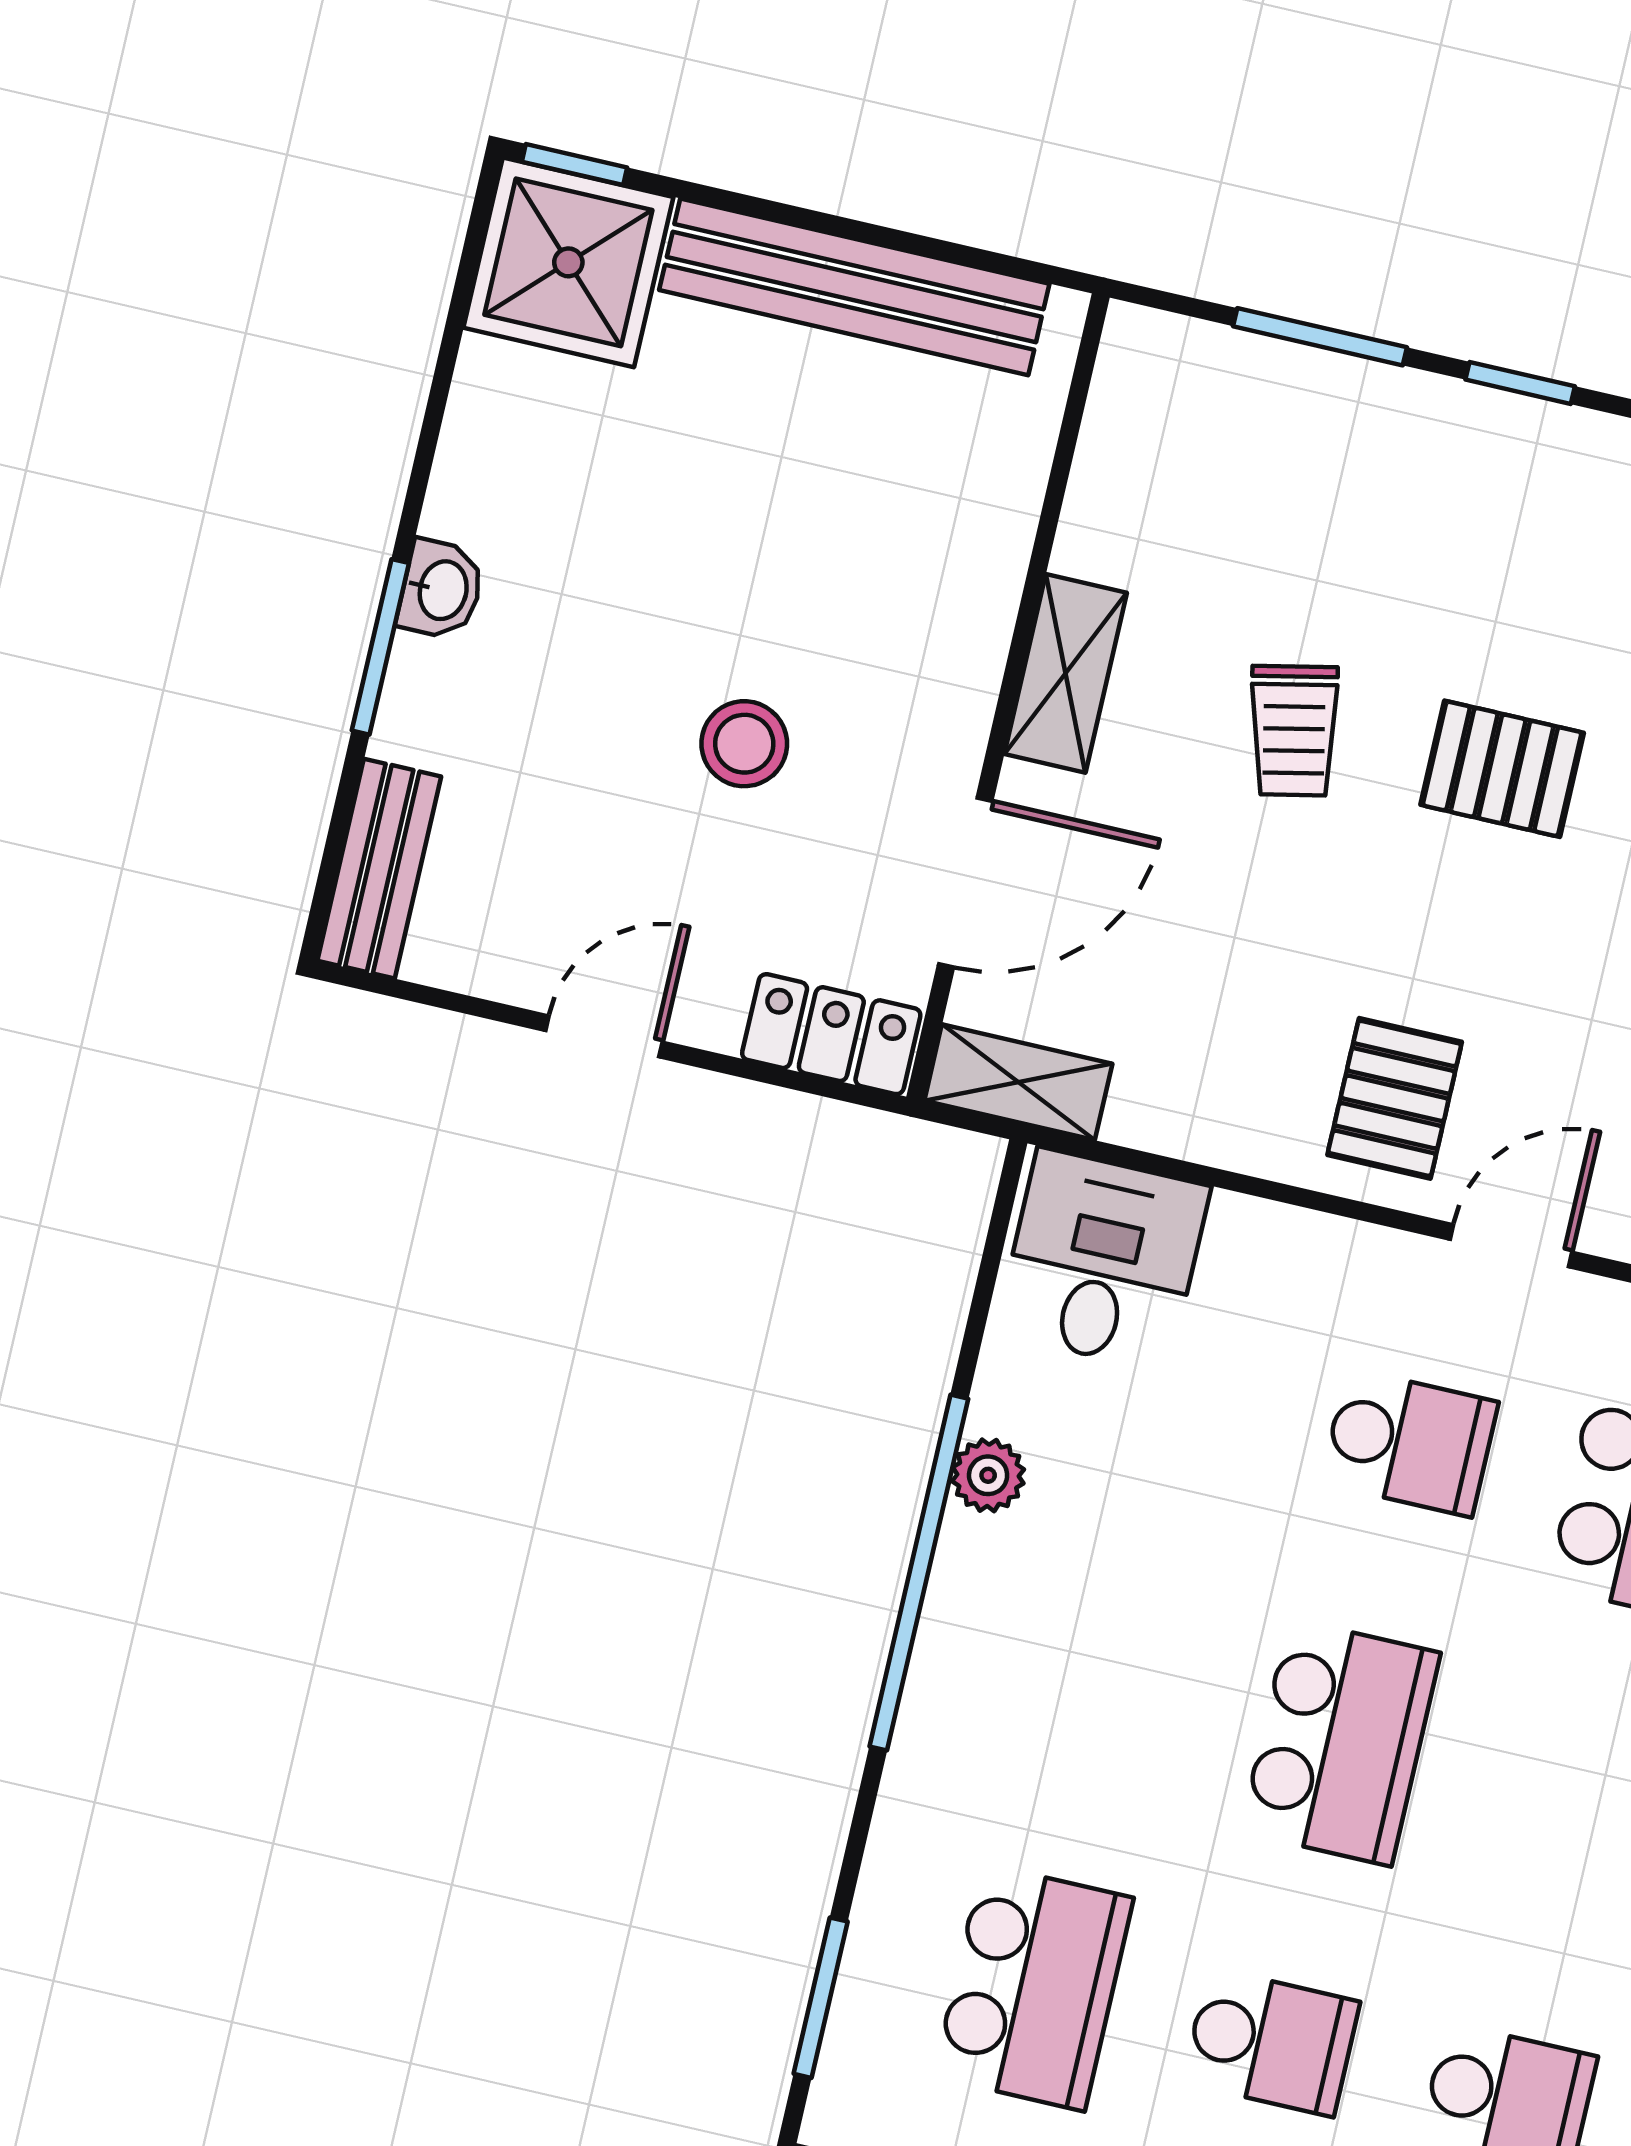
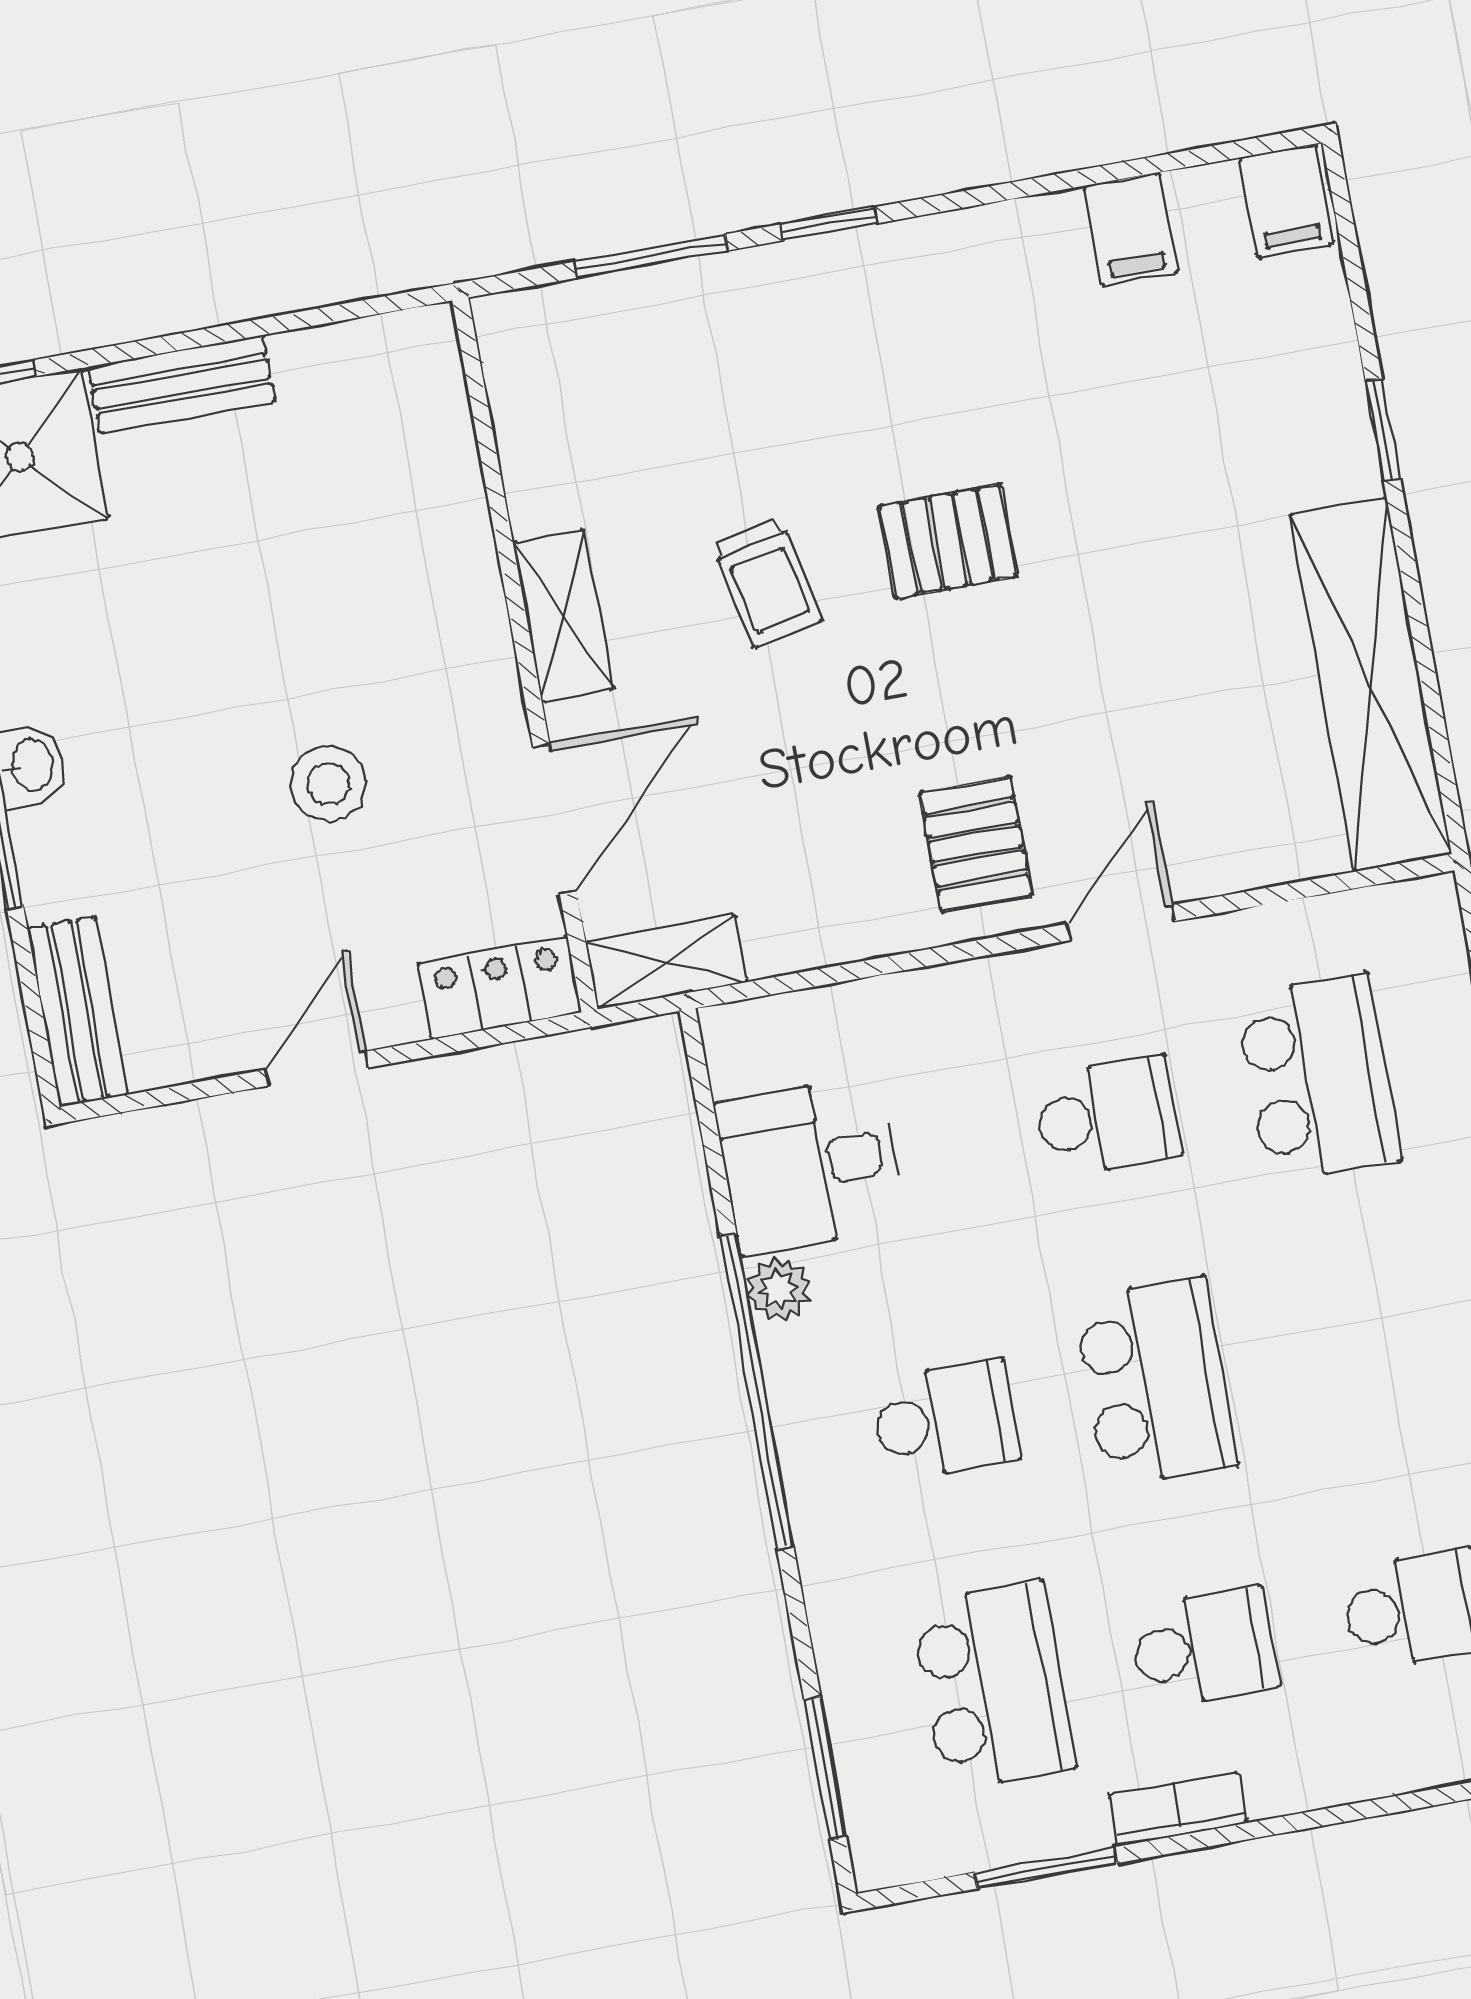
bench: (854, 287) -> (181, 384), width x0.54, depth x0.82
desk: (1103, 1260) -> (810, 1165), moved, turned -90
school desk: (1103, 1687) -> (945, 1420), added

